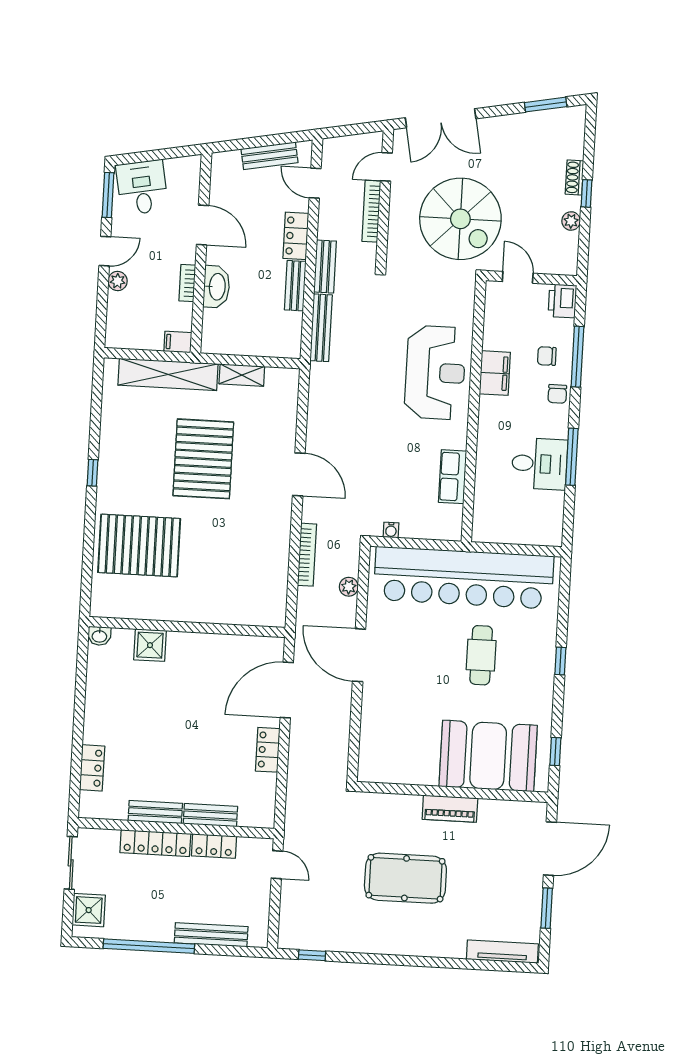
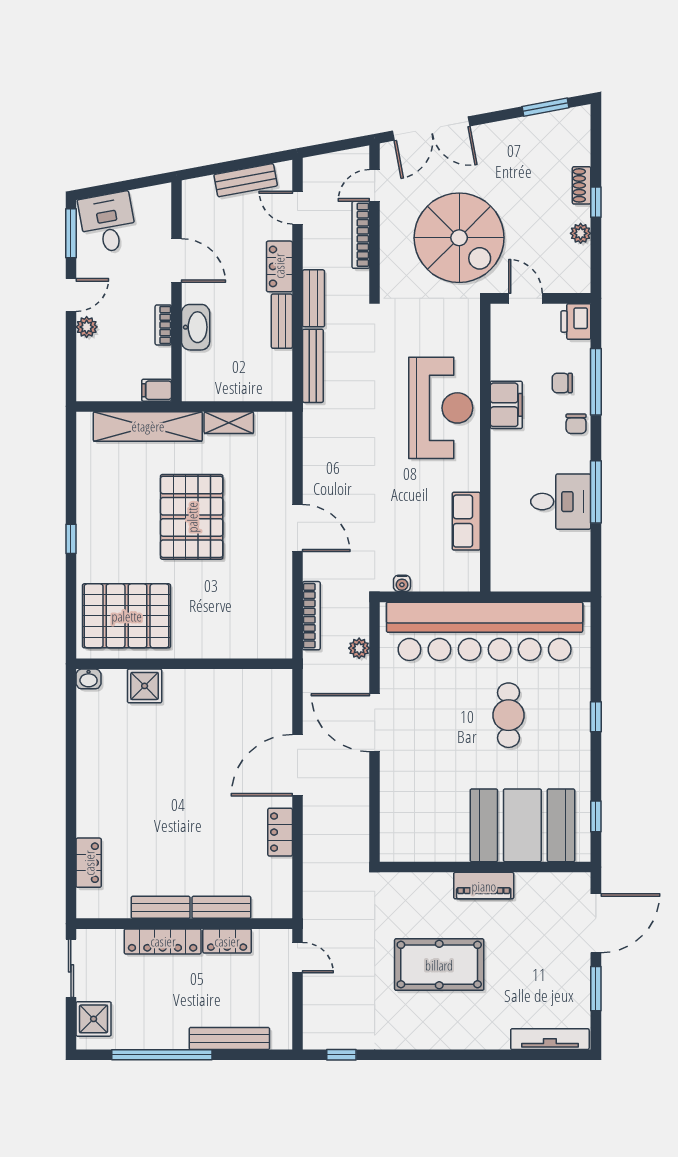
wall: (187, 627) -> (184, 664), moved
washbasin: (99, 636) -> (89, 679), moved
shower: (150, 645) -> (145, 686), moved

